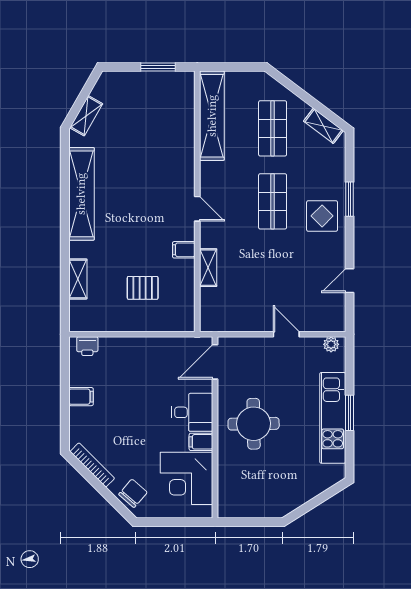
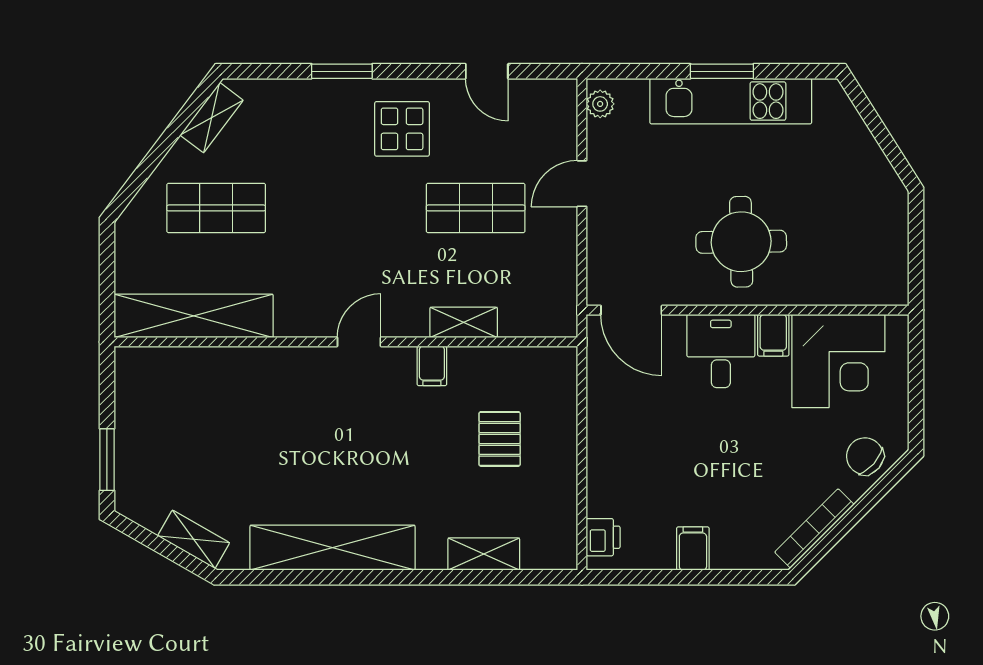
window: (158, 67) -> (107, 460), moved
shop shelf: (273, 201) -> (476, 208), moved
display table: (322, 216) -> (402, 129), moved

